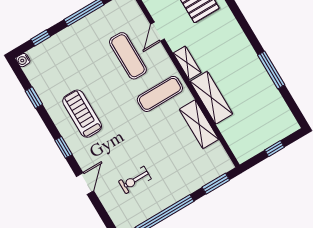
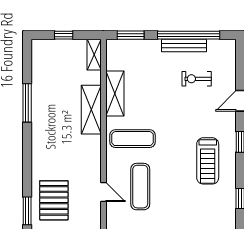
door: (157, 32) -> (103, 192), hinge flipped
shelving: (187, 63) -> (94, 55), moved
exercise bike: (135, 180) -> (197, 79), turned 180
bench: (163, 203) -> (184, 45), added

